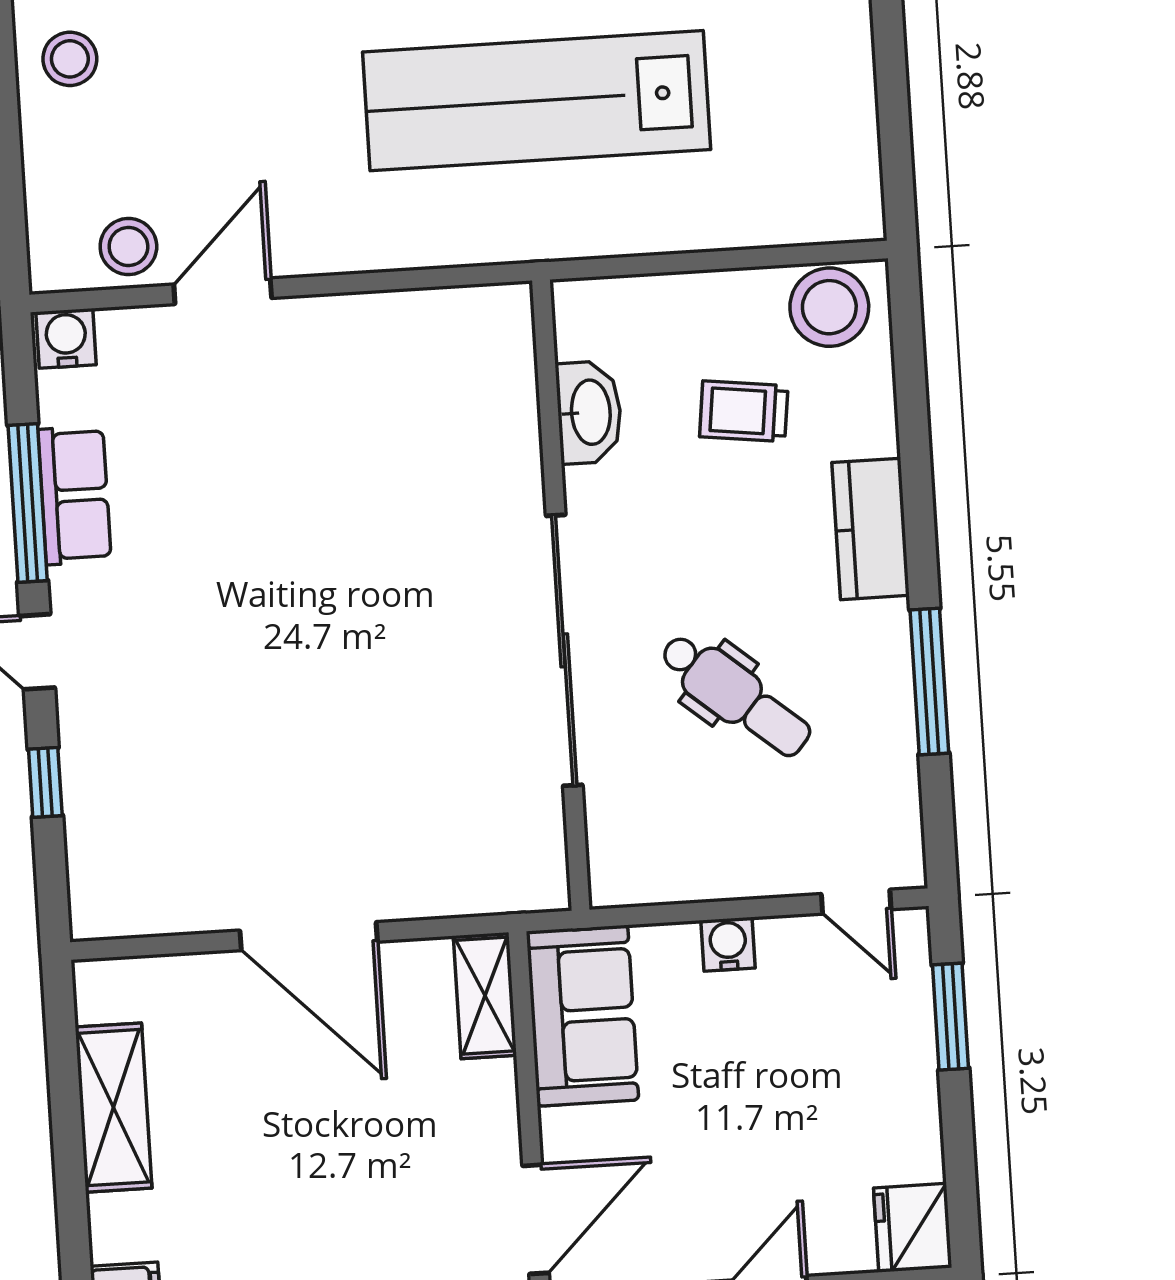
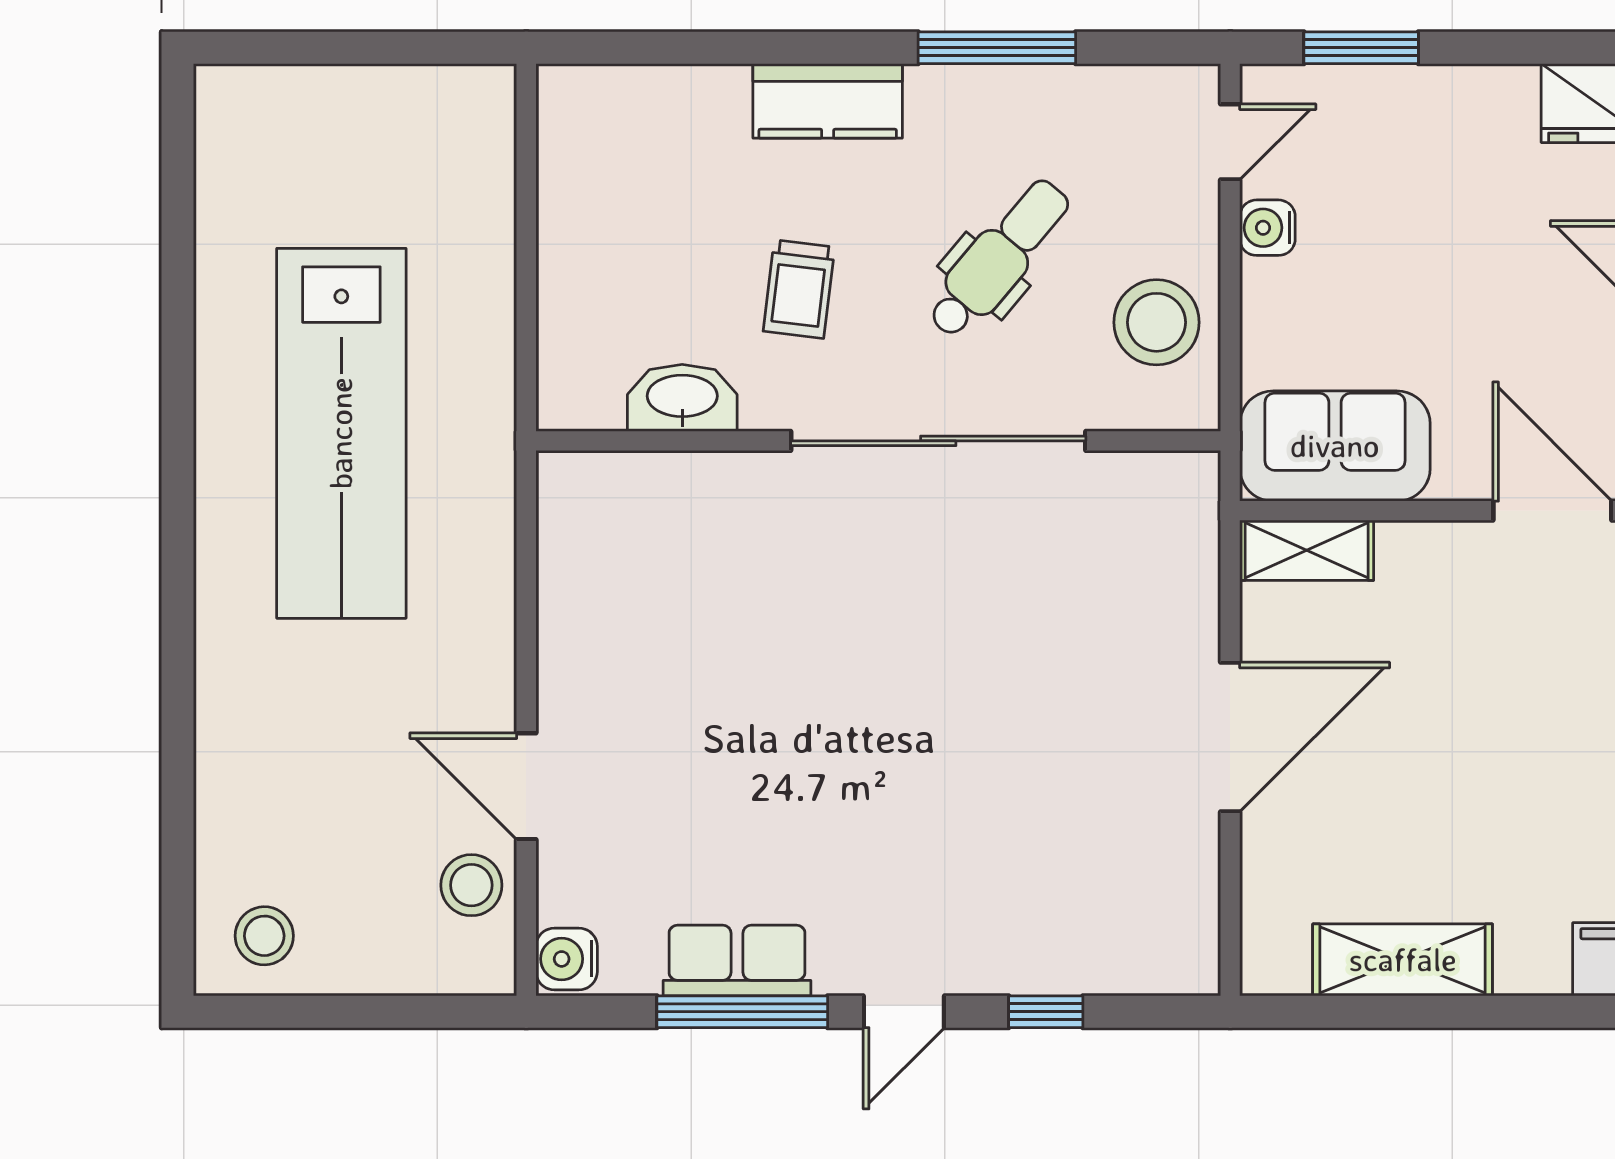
stool: (829, 307) -> (1156, 322), moved
trolley: (744, 411) -> (799, 289), moved
water cooler: (728, 944) -> (1267, 228), moved

